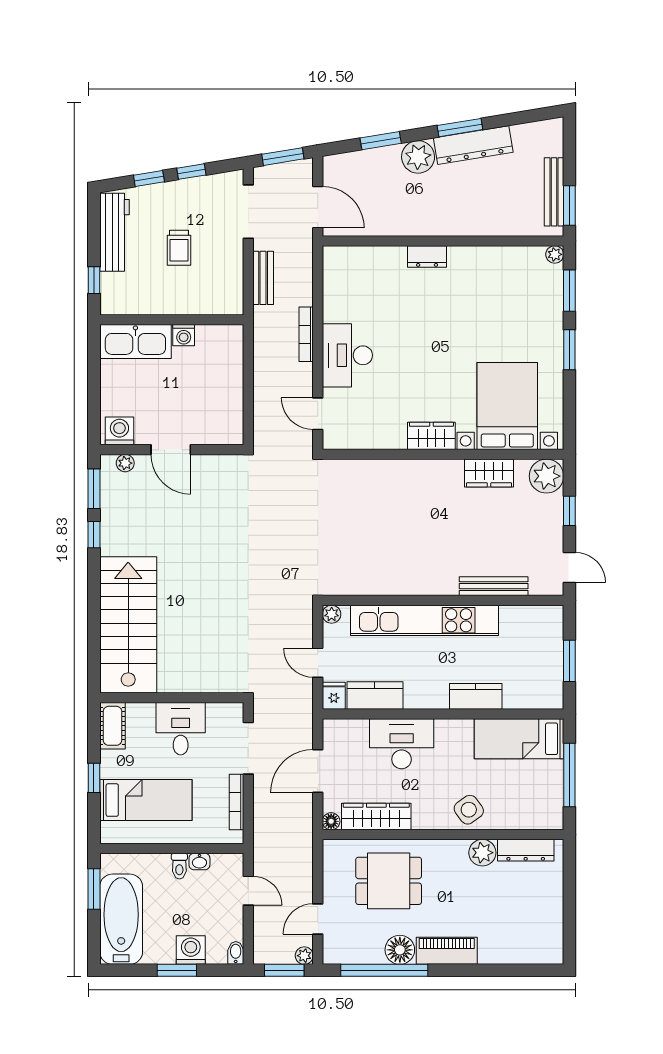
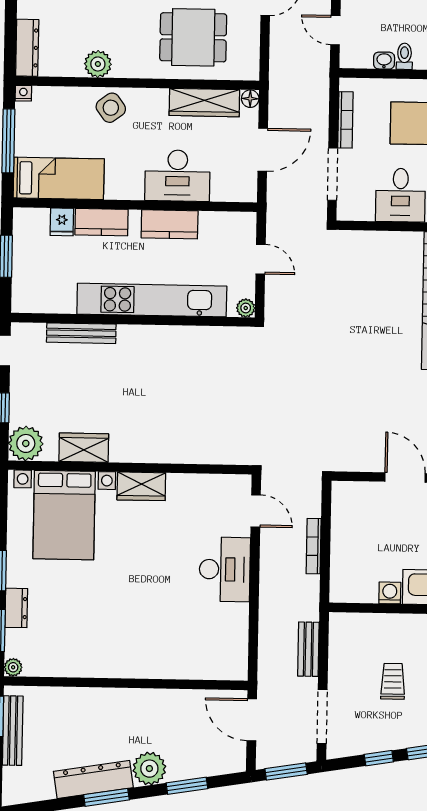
dresser: (427, 256) -> (16, 608), moved, turned 90
bookcase: (306, 334) -> (314, 546), moved, turned 180
kitchen counter: (375, 695) -> (170, 224), moved
fridge: (334, 696) -> (62, 222), moved
nightstand: (556, 822) -> (23, 93), added
dresser: (526, 850) -> (27, 48), moved, turned 90

